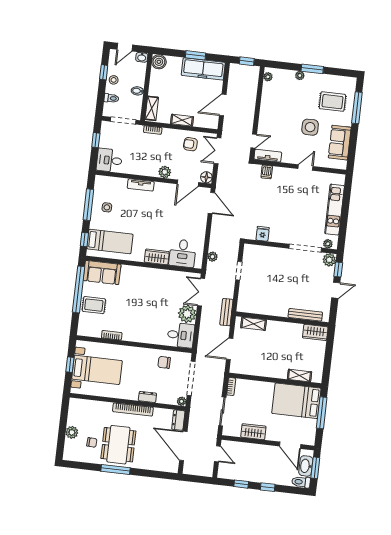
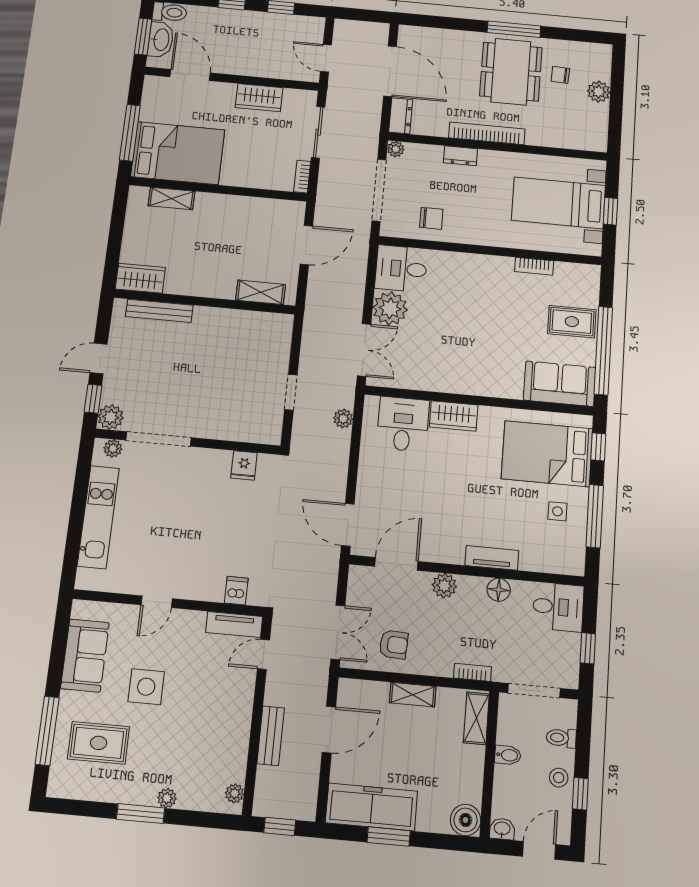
floor lamp: (206, 177) -> (499, 590), moved
bed: (110, 242) -> (547, 454), width x1.50
bench: (226, 312) -> (271, 736), moved

